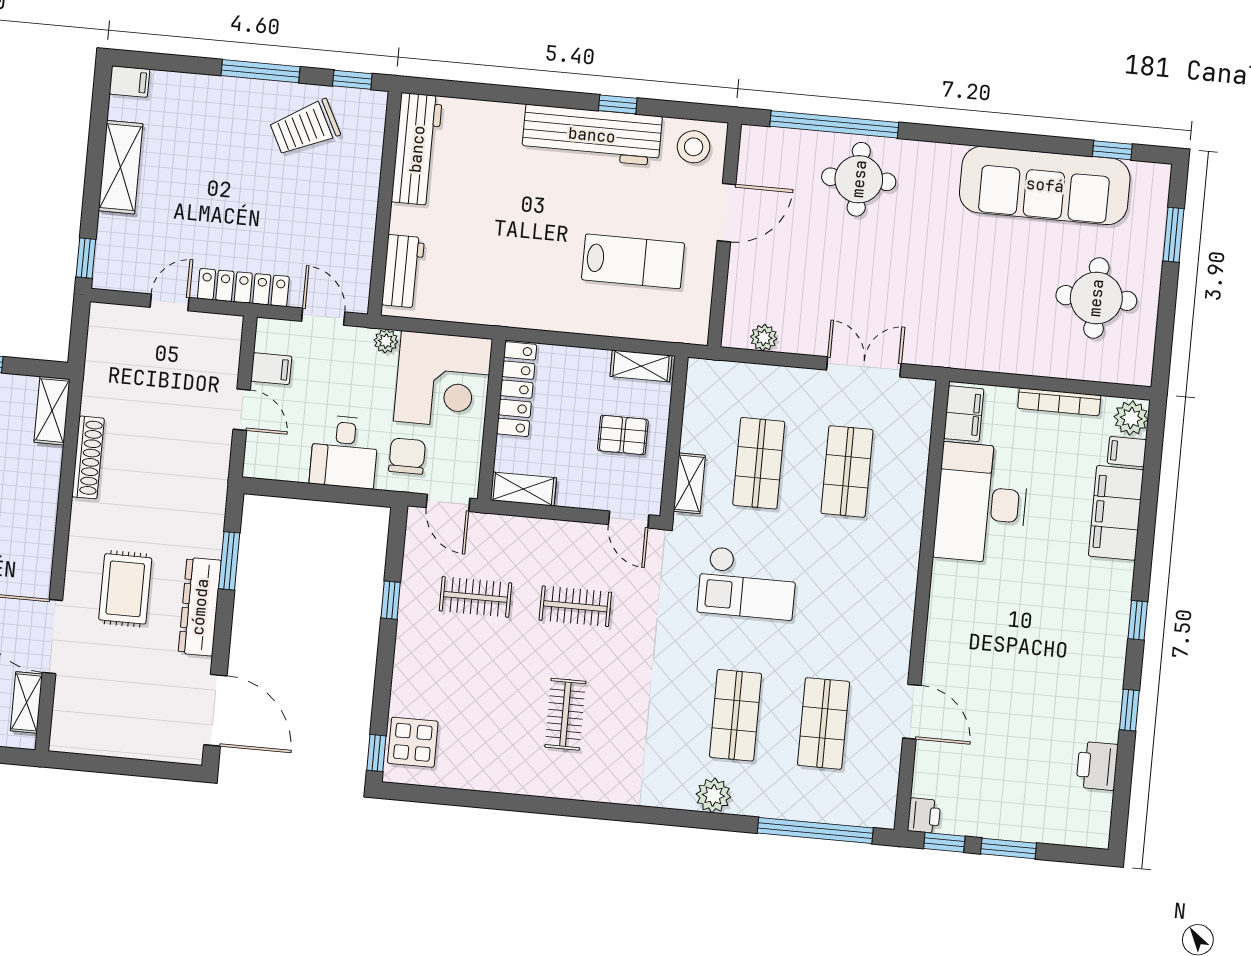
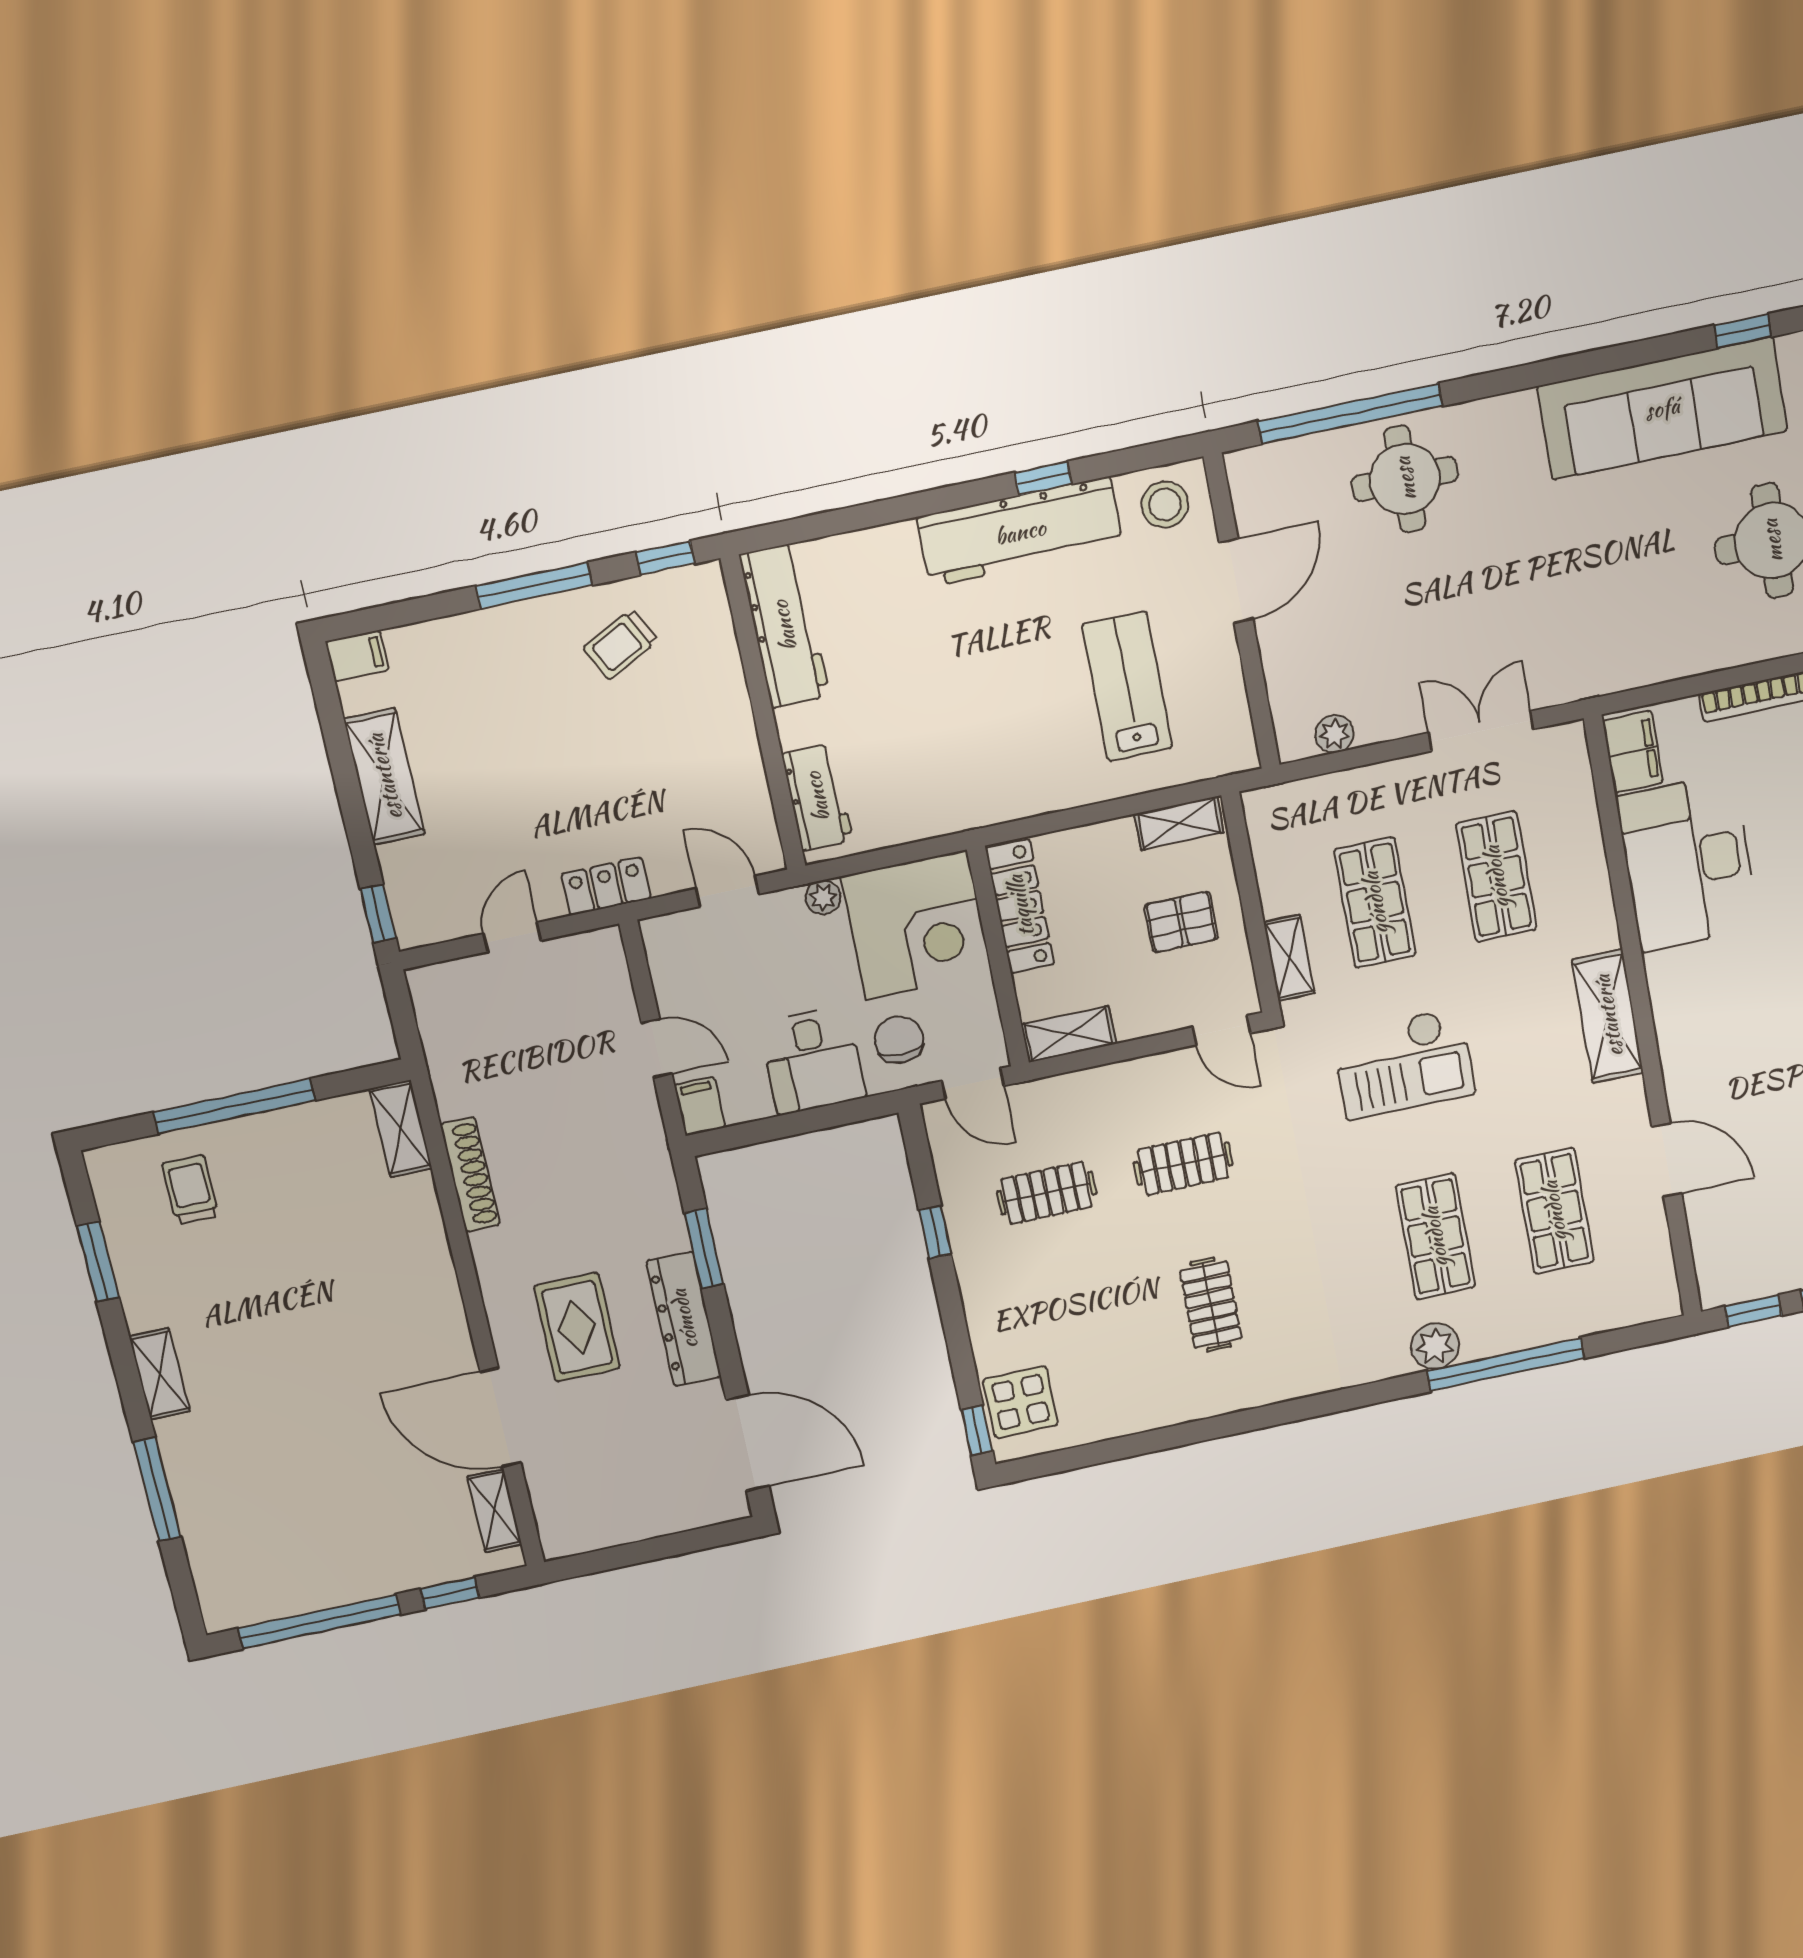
trolley: (305, 128) -> (621, 644), width x0.73, depth x0.72
lab bench: (633, 261) -> (1127, 686), turned -90
locker: (243, 288) -> (606, 886), width x0.66
filing cabinet: (271, 369) -> (700, 1106), moved, turned -90
shelving: (898, 595) -> (1608, 1016), added
printer: (924, 816) -> (1718, 1286), removed
window: (815, 830) -> (1506, 1365), moved

